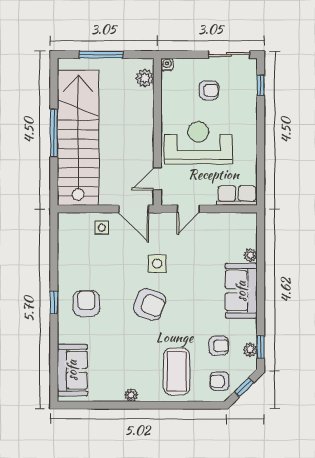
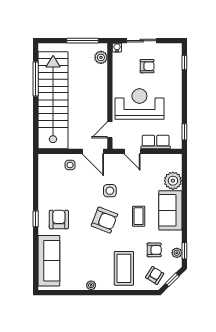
window: (101, 55) -> (82, 41), moved
sliding door: (229, 55) -> (142, 41), moved
window: (54, 133) -> (36, 79), moved
window: (261, 182) -> (184, 132), added
row of seats: (237, 196) -> (156, 142), moved
door: (188, 209) -> (132, 151), hinge flipped
plant: (251, 255) -> (173, 181), width x1.87, depth x1.87
coffee table: (197, 299) -> (139, 216), added
sofa: (72, 370) -> (49, 261), width x1.36
armchair: (220, 381) -> (155, 275), turned 122

